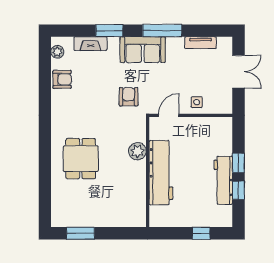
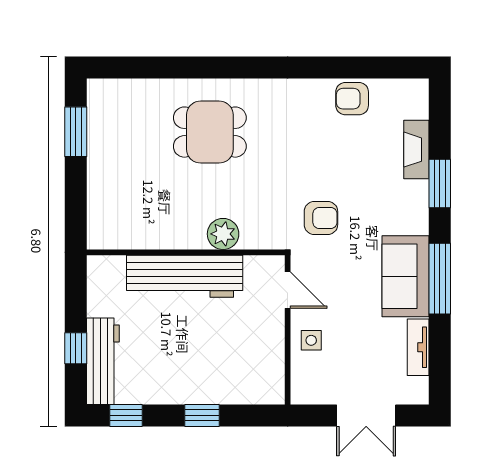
sofa: (143, 50) -> (406, 276), moved
plant: (57, 52) -> (402, 90), removed
armchair: (62, 79) -> (352, 99), turned 90
workbench: (223, 180) -> (103, 361), moved, turned 90
window: (238, 190) -> (126, 415), moved

